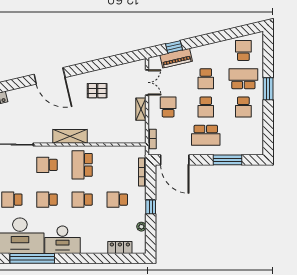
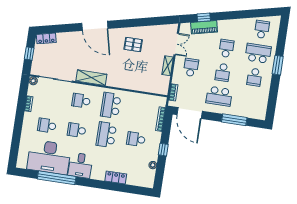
school desk: (206, 79) -> (226, 48), turned 180
shelving: (70, 136) -> (91, 78), moved
school desk: (82, 200) -> (106, 135), width x1.85
desk: (62, 240) -> (80, 165), width x0.73
locker: (120, 247) -> (116, 177), moved

